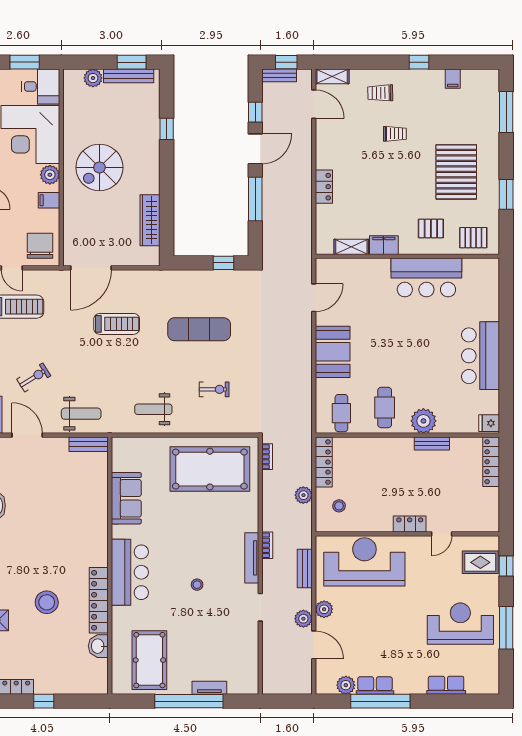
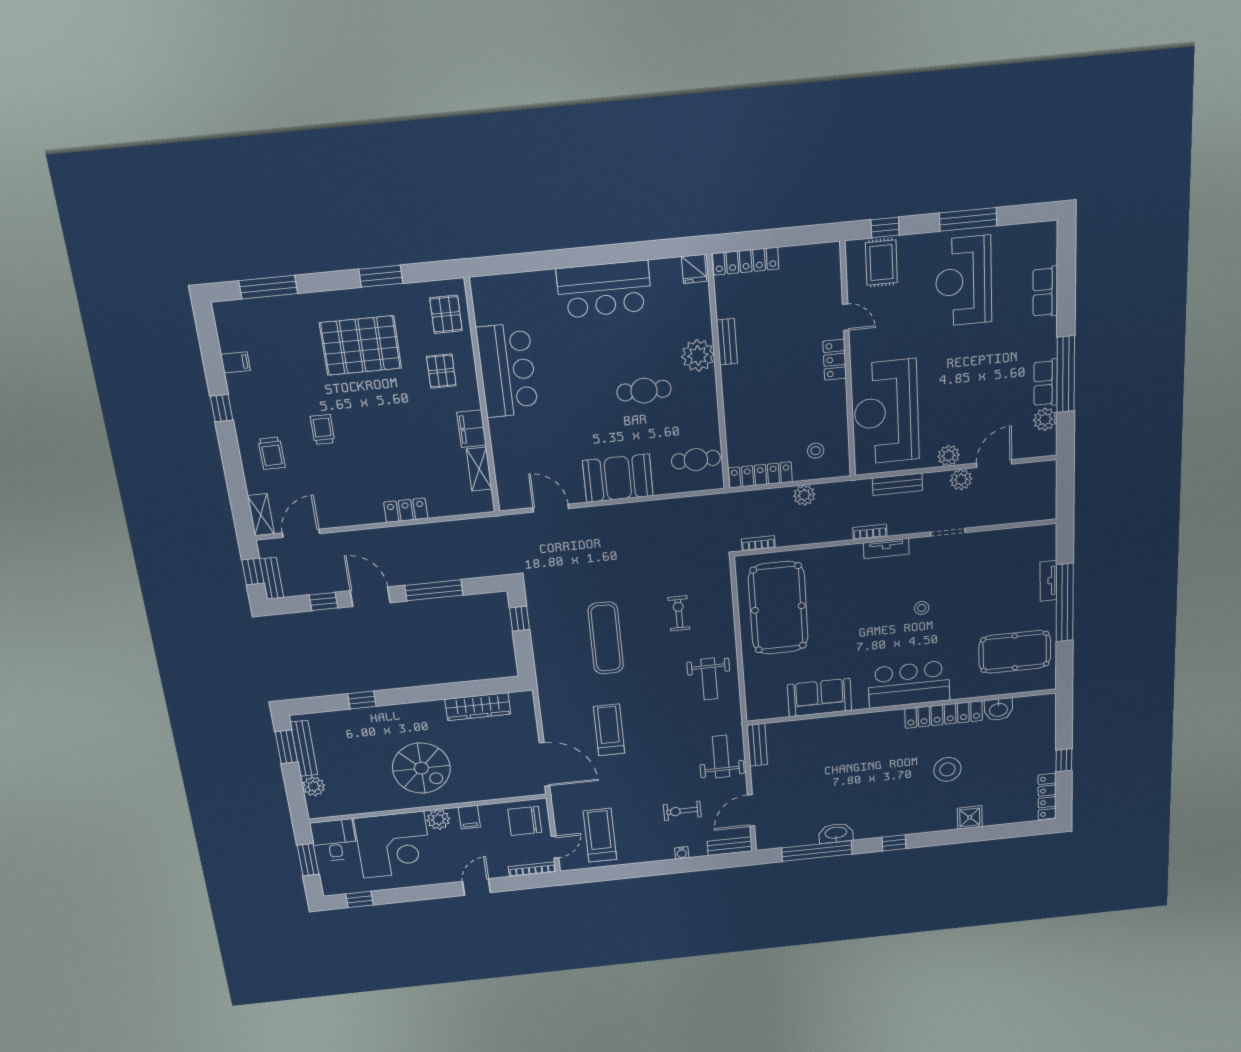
exercise bike: (34, 377) -> (682, 811), turned -58
cafe table: (385, 407) -> (644, 391), moved
tv unit: (252, 558) -> (886, 548), width x0.71

